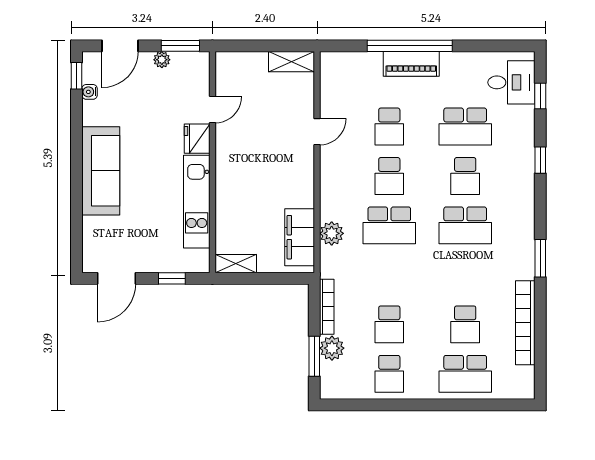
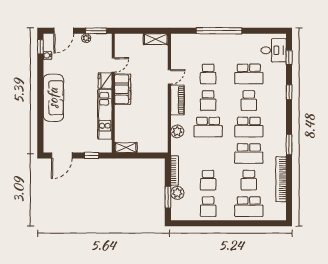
piano: (411, 64) -> (178, 100), moved, turned -90
filing cabinet: (300, 237) -> (123, 89), moved, turned 180
school desk: (465, 275) -> (249, 154), added

